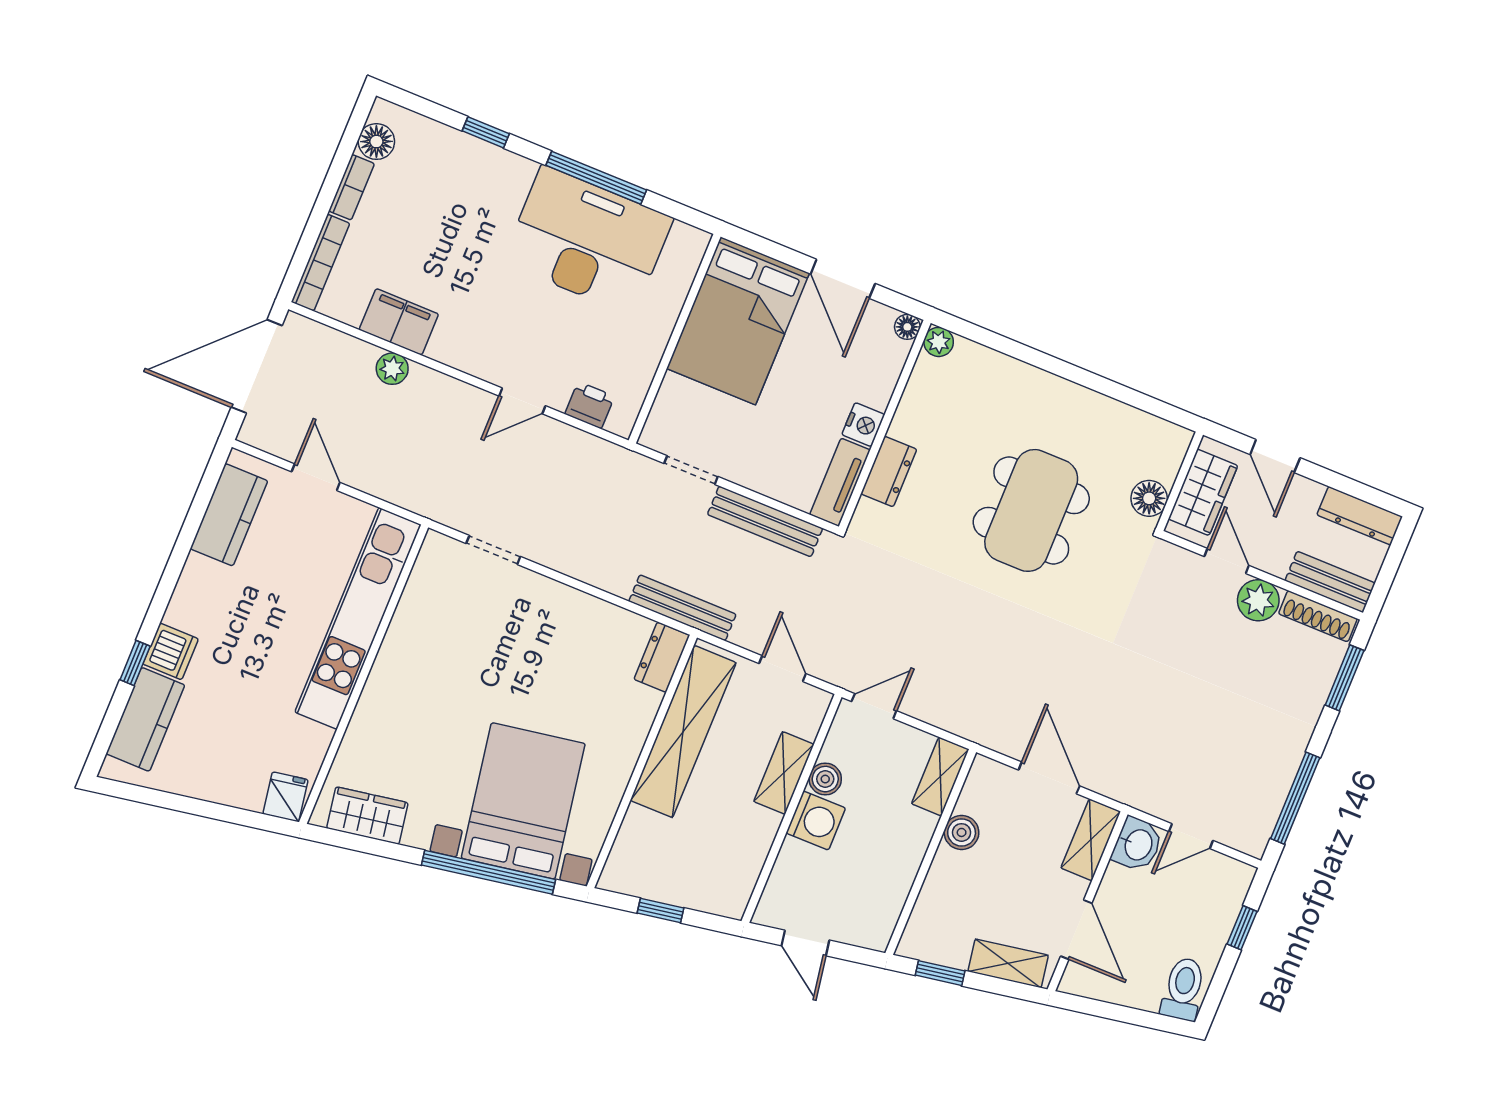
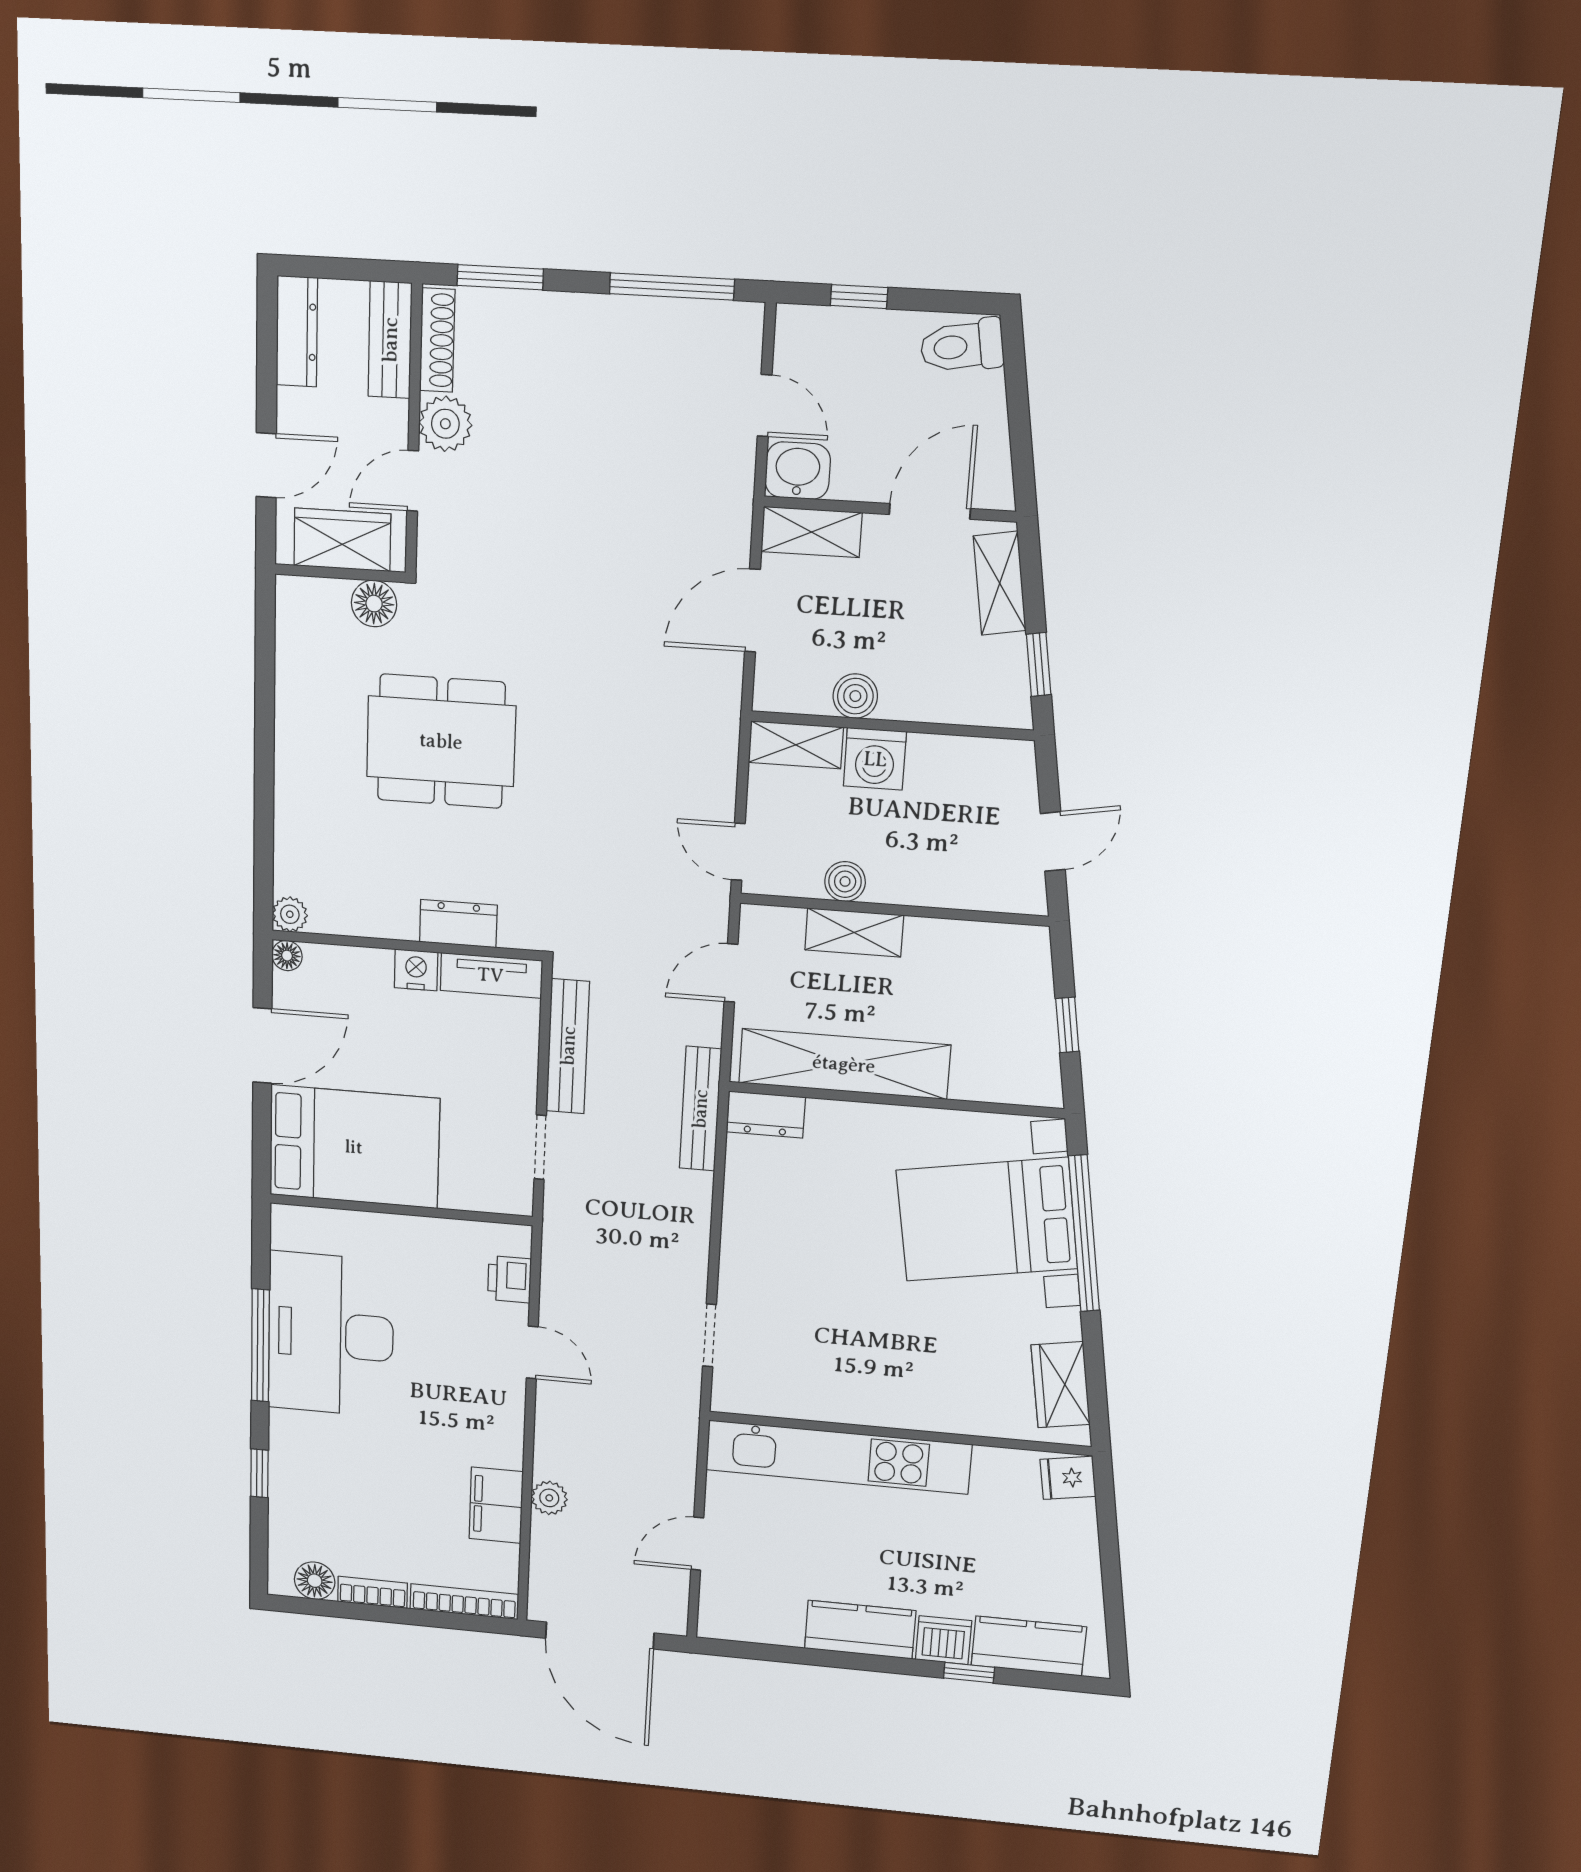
kitchen counter: (229, 515) -> (860, 1630), moved
washing machine: (816, 821) -> (875, 759), moved, turned 180

